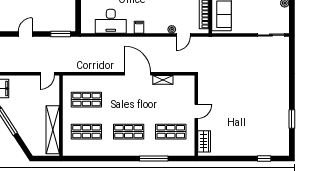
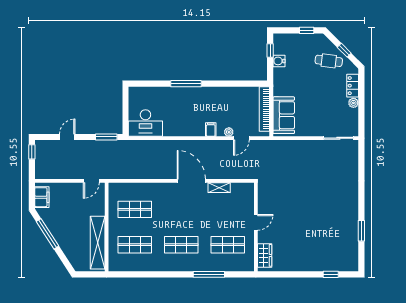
desk: (111, 21) -> (145, 123), moved
filing cabinet: (139, 27) -> (211, 130), moved

